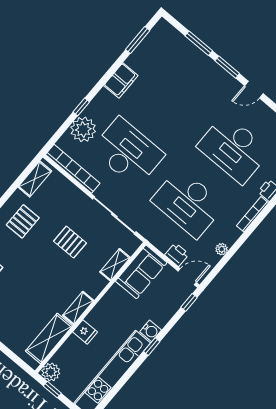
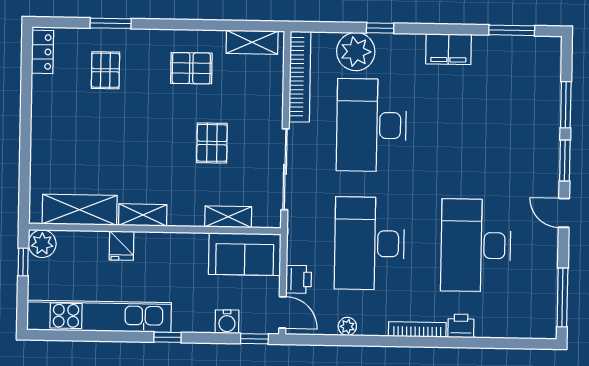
desk: (128, 152) -> (371, 125), turned 180
water cooler: (151, 331) -> (227, 322), moved

